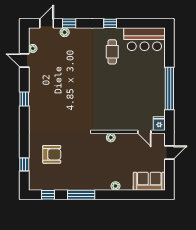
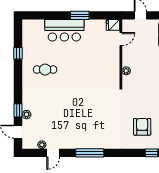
window: (110, 23) -> (18, 53), moved
bar counter: (144, 39) -> (64, 30), moved, turned 90
window: (169, 88) -> (80, 15), width x0.47
window: (24, 99) -> (90, 153), width x2.17

